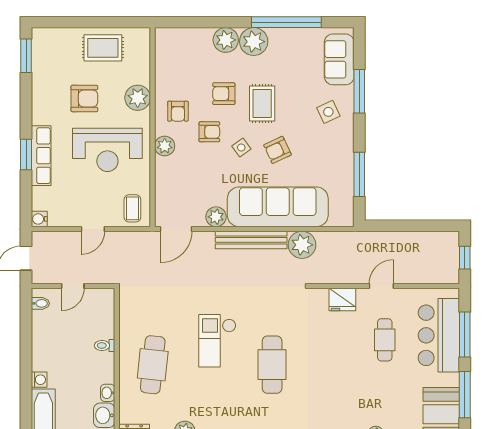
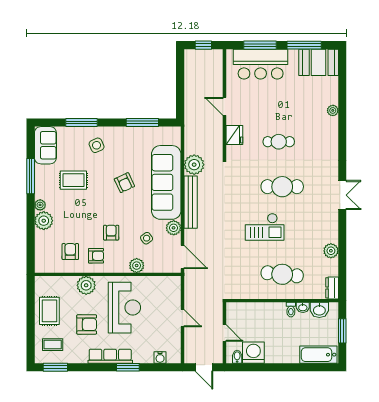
window: (286, 22) -> (31, 176), width x0.68
plant: (254, 42) -> (40, 205), width x0.53, depth x0.53
sofa: (339, 59) -> (45, 145), moved, turned -90
armchair: (224, 94) -> (70, 252), moved, turned 180
armchair: (84, 98) -> (87, 324), turned 90
rug: (262, 103) -> (73, 180), moved
plant: (165, 146) -> (137, 266), moved
side table: (241, 148) -> (147, 238), moved
row of seats: (41, 156) -> (110, 356), moved
coffee table: (132, 208) -> (53, 345), moved
water cooler: (39, 219) -> (160, 358), moved
cafe table: (385, 340) -> (279, 142), moved
toilet: (105, 345) -> (291, 310), moved
washing machine: (39, 380) -> (253, 353), moved, width x1.89, depth x1.89

